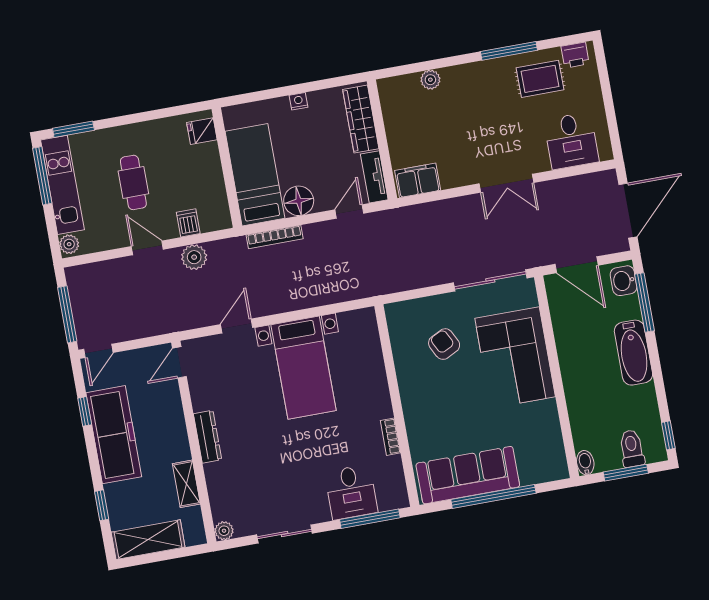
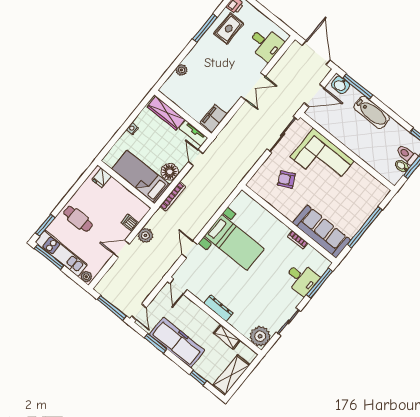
cafe table: (133, 182) -> (78, 219), moved
window: (85, 411) -> (156, 343), width x1.50
bidet: (585, 463) -> (402, 166), moved
sofa: (468, 475) -> (322, 232), moved, turned 90
plant: (224, 531) -> (260, 336), width x1.88, depth x1.88

